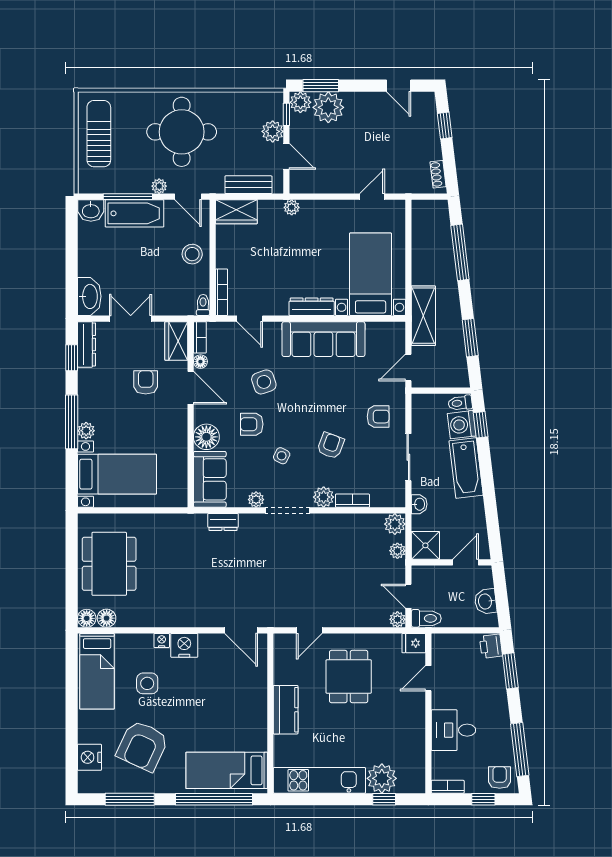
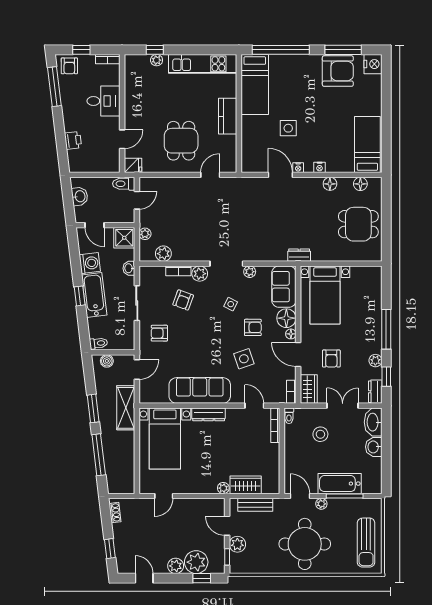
window: (321, 86) -> (202, 578), width x0.67
plant: (300, 102) -> (176, 566), moved
washbasin: (91, 211) -> (374, 447), moved, turned -90
wardrobe: (236, 212) -> (246, 485), moved
stool: (192, 254) -> (320, 434), moved
double door: (131, 319) -> (343, 406), swing flipped
window: (470, 338) -> (93, 408), moved
dresser: (87, 344) -> (375, 392), width x0.70
floor lamp: (200, 362) -> (291, 334), moved
boiler: (449, 379) -> (107, 361), added
washing machine: (462, 425) -> (90, 263), moved
window: (481, 425) -> (80, 296), moved
plant: (86, 431) -> (375, 361), moved
armchair: (331, 446) -> (183, 300), moved
bed with nightstands: (117, 474) -> (325, 295), moved, turned -90
dresser: (223, 522) -> (299, 255), moved
plant: (395, 524) -> (163, 254), moved
door: (466, 562) -> (95, 225), hinge flipped
dining table: (109, 564) -> (358, 224), width x0.73
door: (408, 596) -> (137, 200), hinge flipped
floor lamp: (87, 618) -> (330, 184), moved
plant: (397, 619) -> (145, 183), removed
door: (241, 630) -> (280, 175), moved
nightstand: (184, 645) -> (298, 168), width x0.53, depth x0.56
printer: (491, 646) -> (73, 140), moved
window: (510, 671) -> (61, 145), removed
side table: (147, 683) -> (288, 128), moved
armchair: (143, 746) -> (338, 71), moved, turned 65
nightstand: (89, 757) -> (373, 64), moved
bed: (227, 770) -> (255, 84), moved, turned 90
plant: (382, 778) -> (157, 60), width x0.53, depth x0.53

